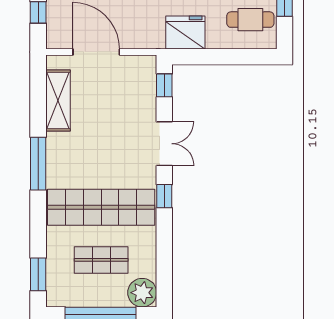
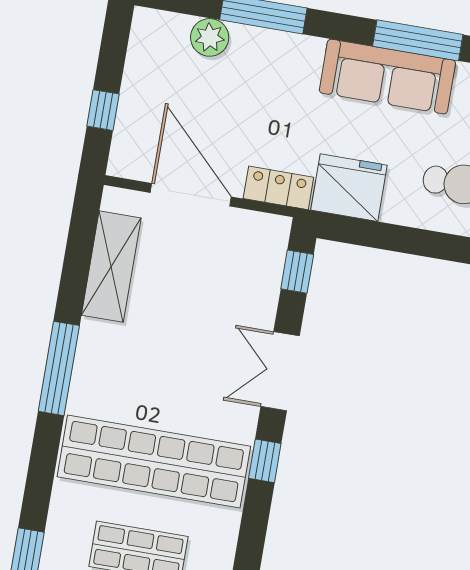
locker: (145, 40) -> (278, 188), added
double door: (164, 144) -> (280, 371), swing flipped

